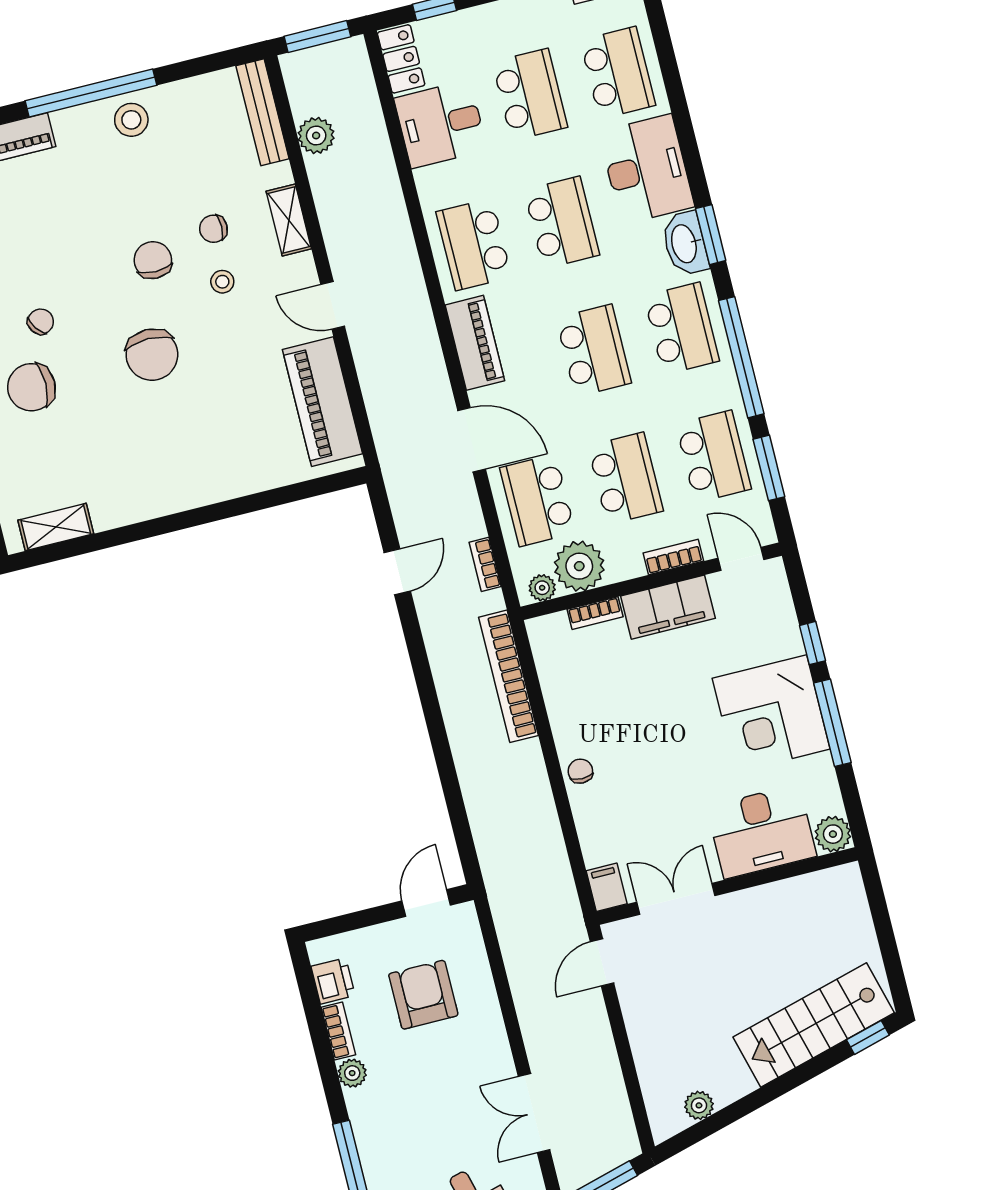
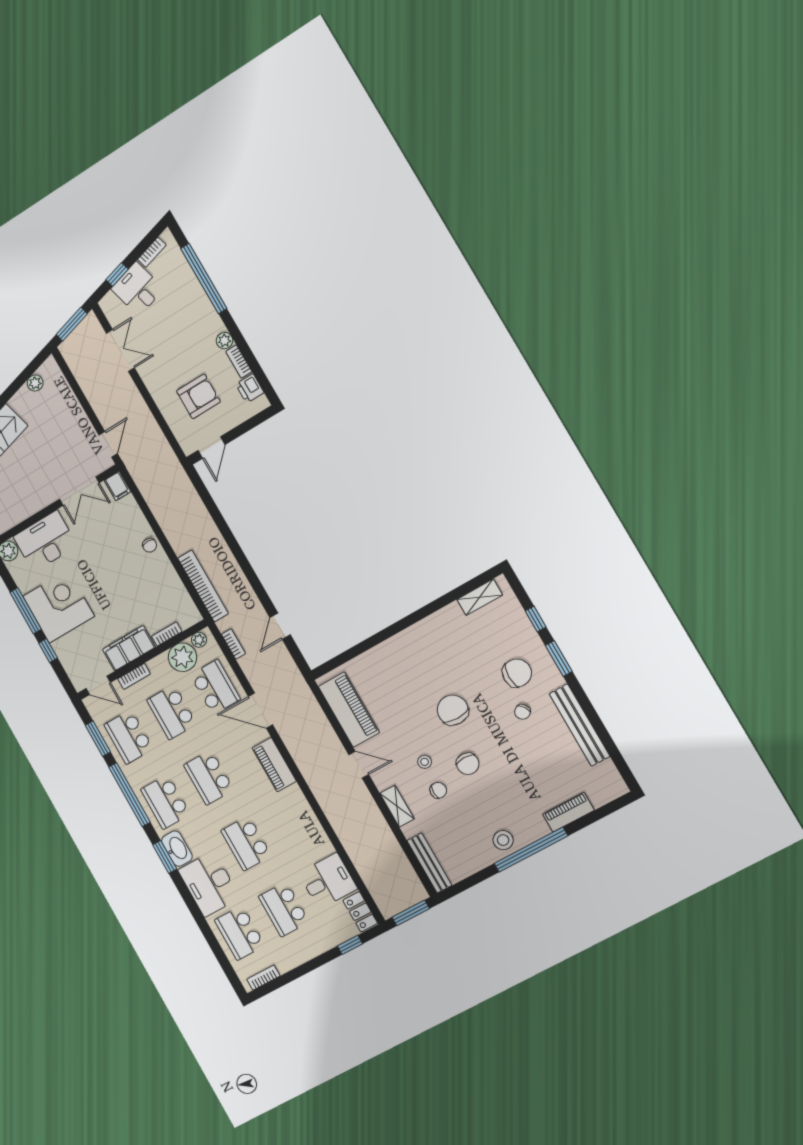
plant: (316, 136) -> (395, 857), removed
school desk: (474, 244) -> (290, 819), removed
armchair: (423, 995) -> (198, 396), turned -90

